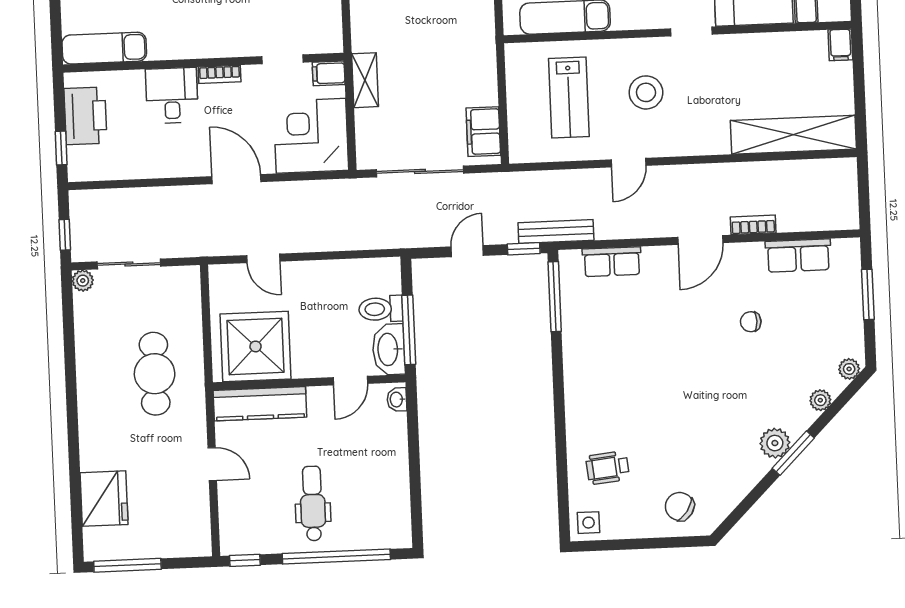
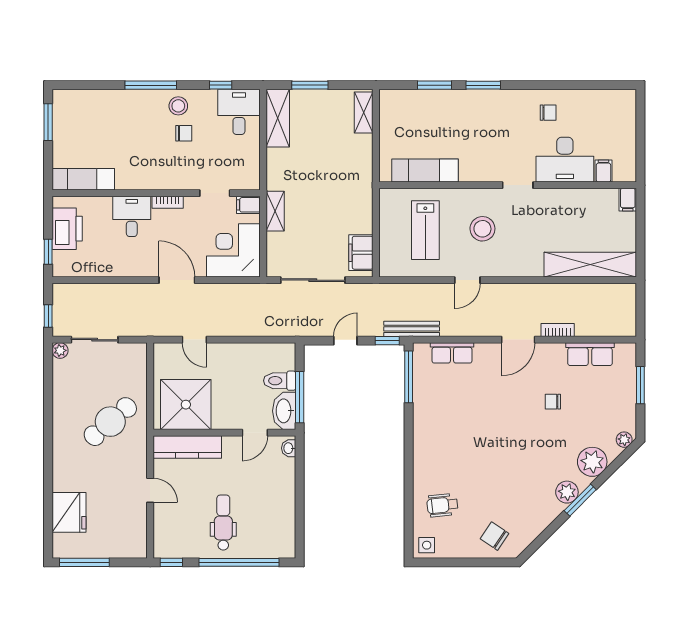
cafe table: (155, 374) -> (110, 422), turned 49
plant: (820, 400) -> (592, 462), width x1.88, depth x1.88

